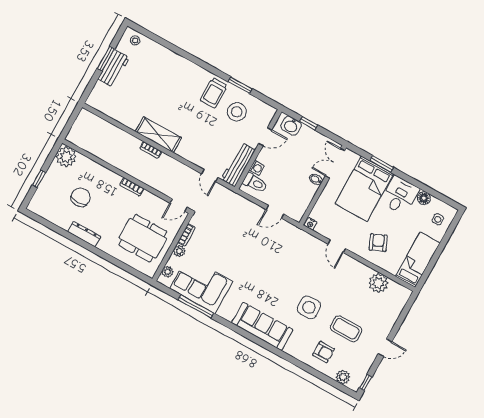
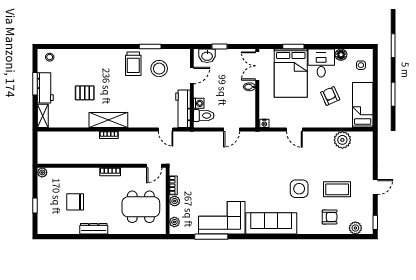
shelving: (96, 95) -> (43, 116), added
pallet: (150, 95) -> (85, 93), added
plant: (66, 157) -> (42, 172), width x0.53, depth x0.53
chair: (81, 197) -> (75, 202), turned -90
armchair: (378, 243) -> (330, 96), moved
corner sofa: (201, 285) -> (222, 218), moved

